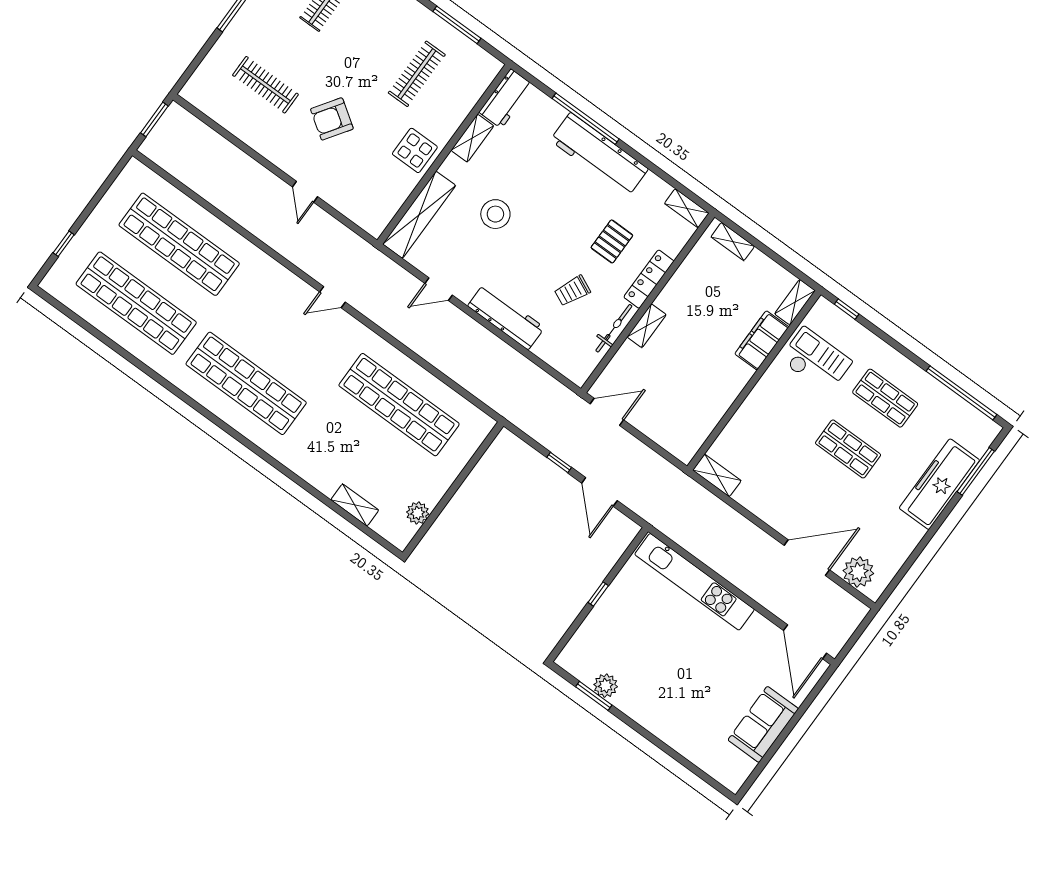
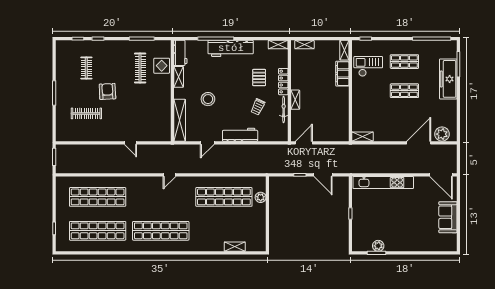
armchair: (332, 119) -> (107, 91), moved, turned 143
display table: (415, 150) -> (162, 66), moved
plant: (418, 513) -> (261, 197), moved

